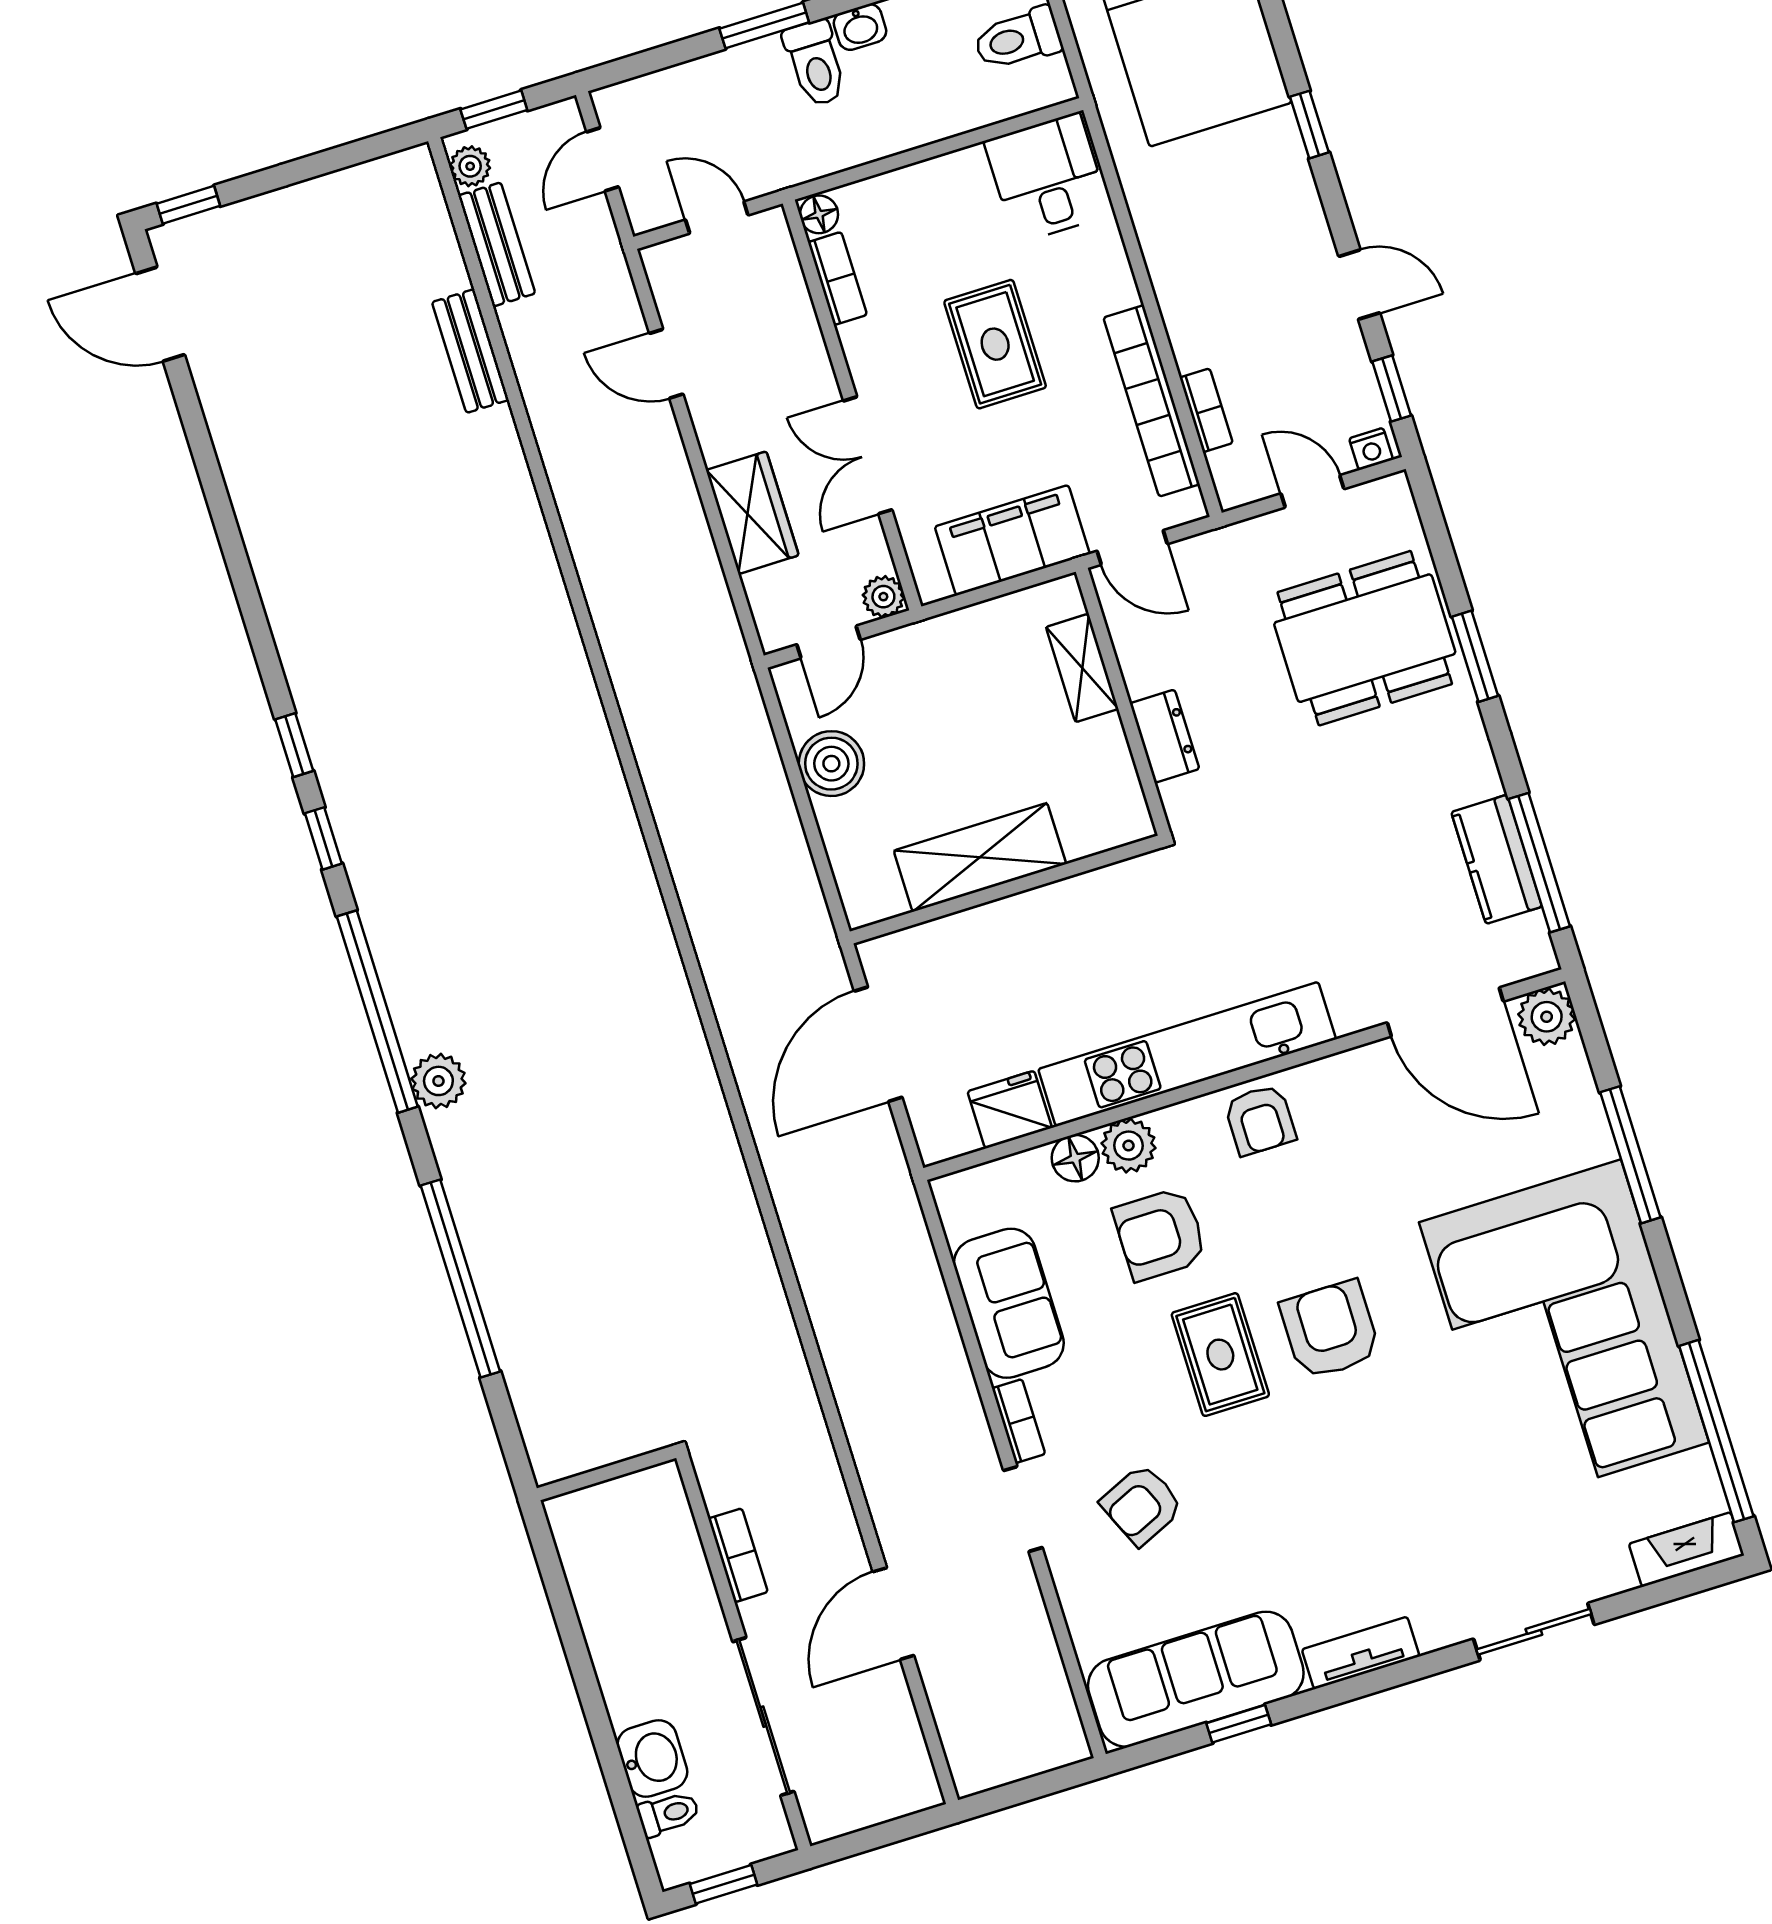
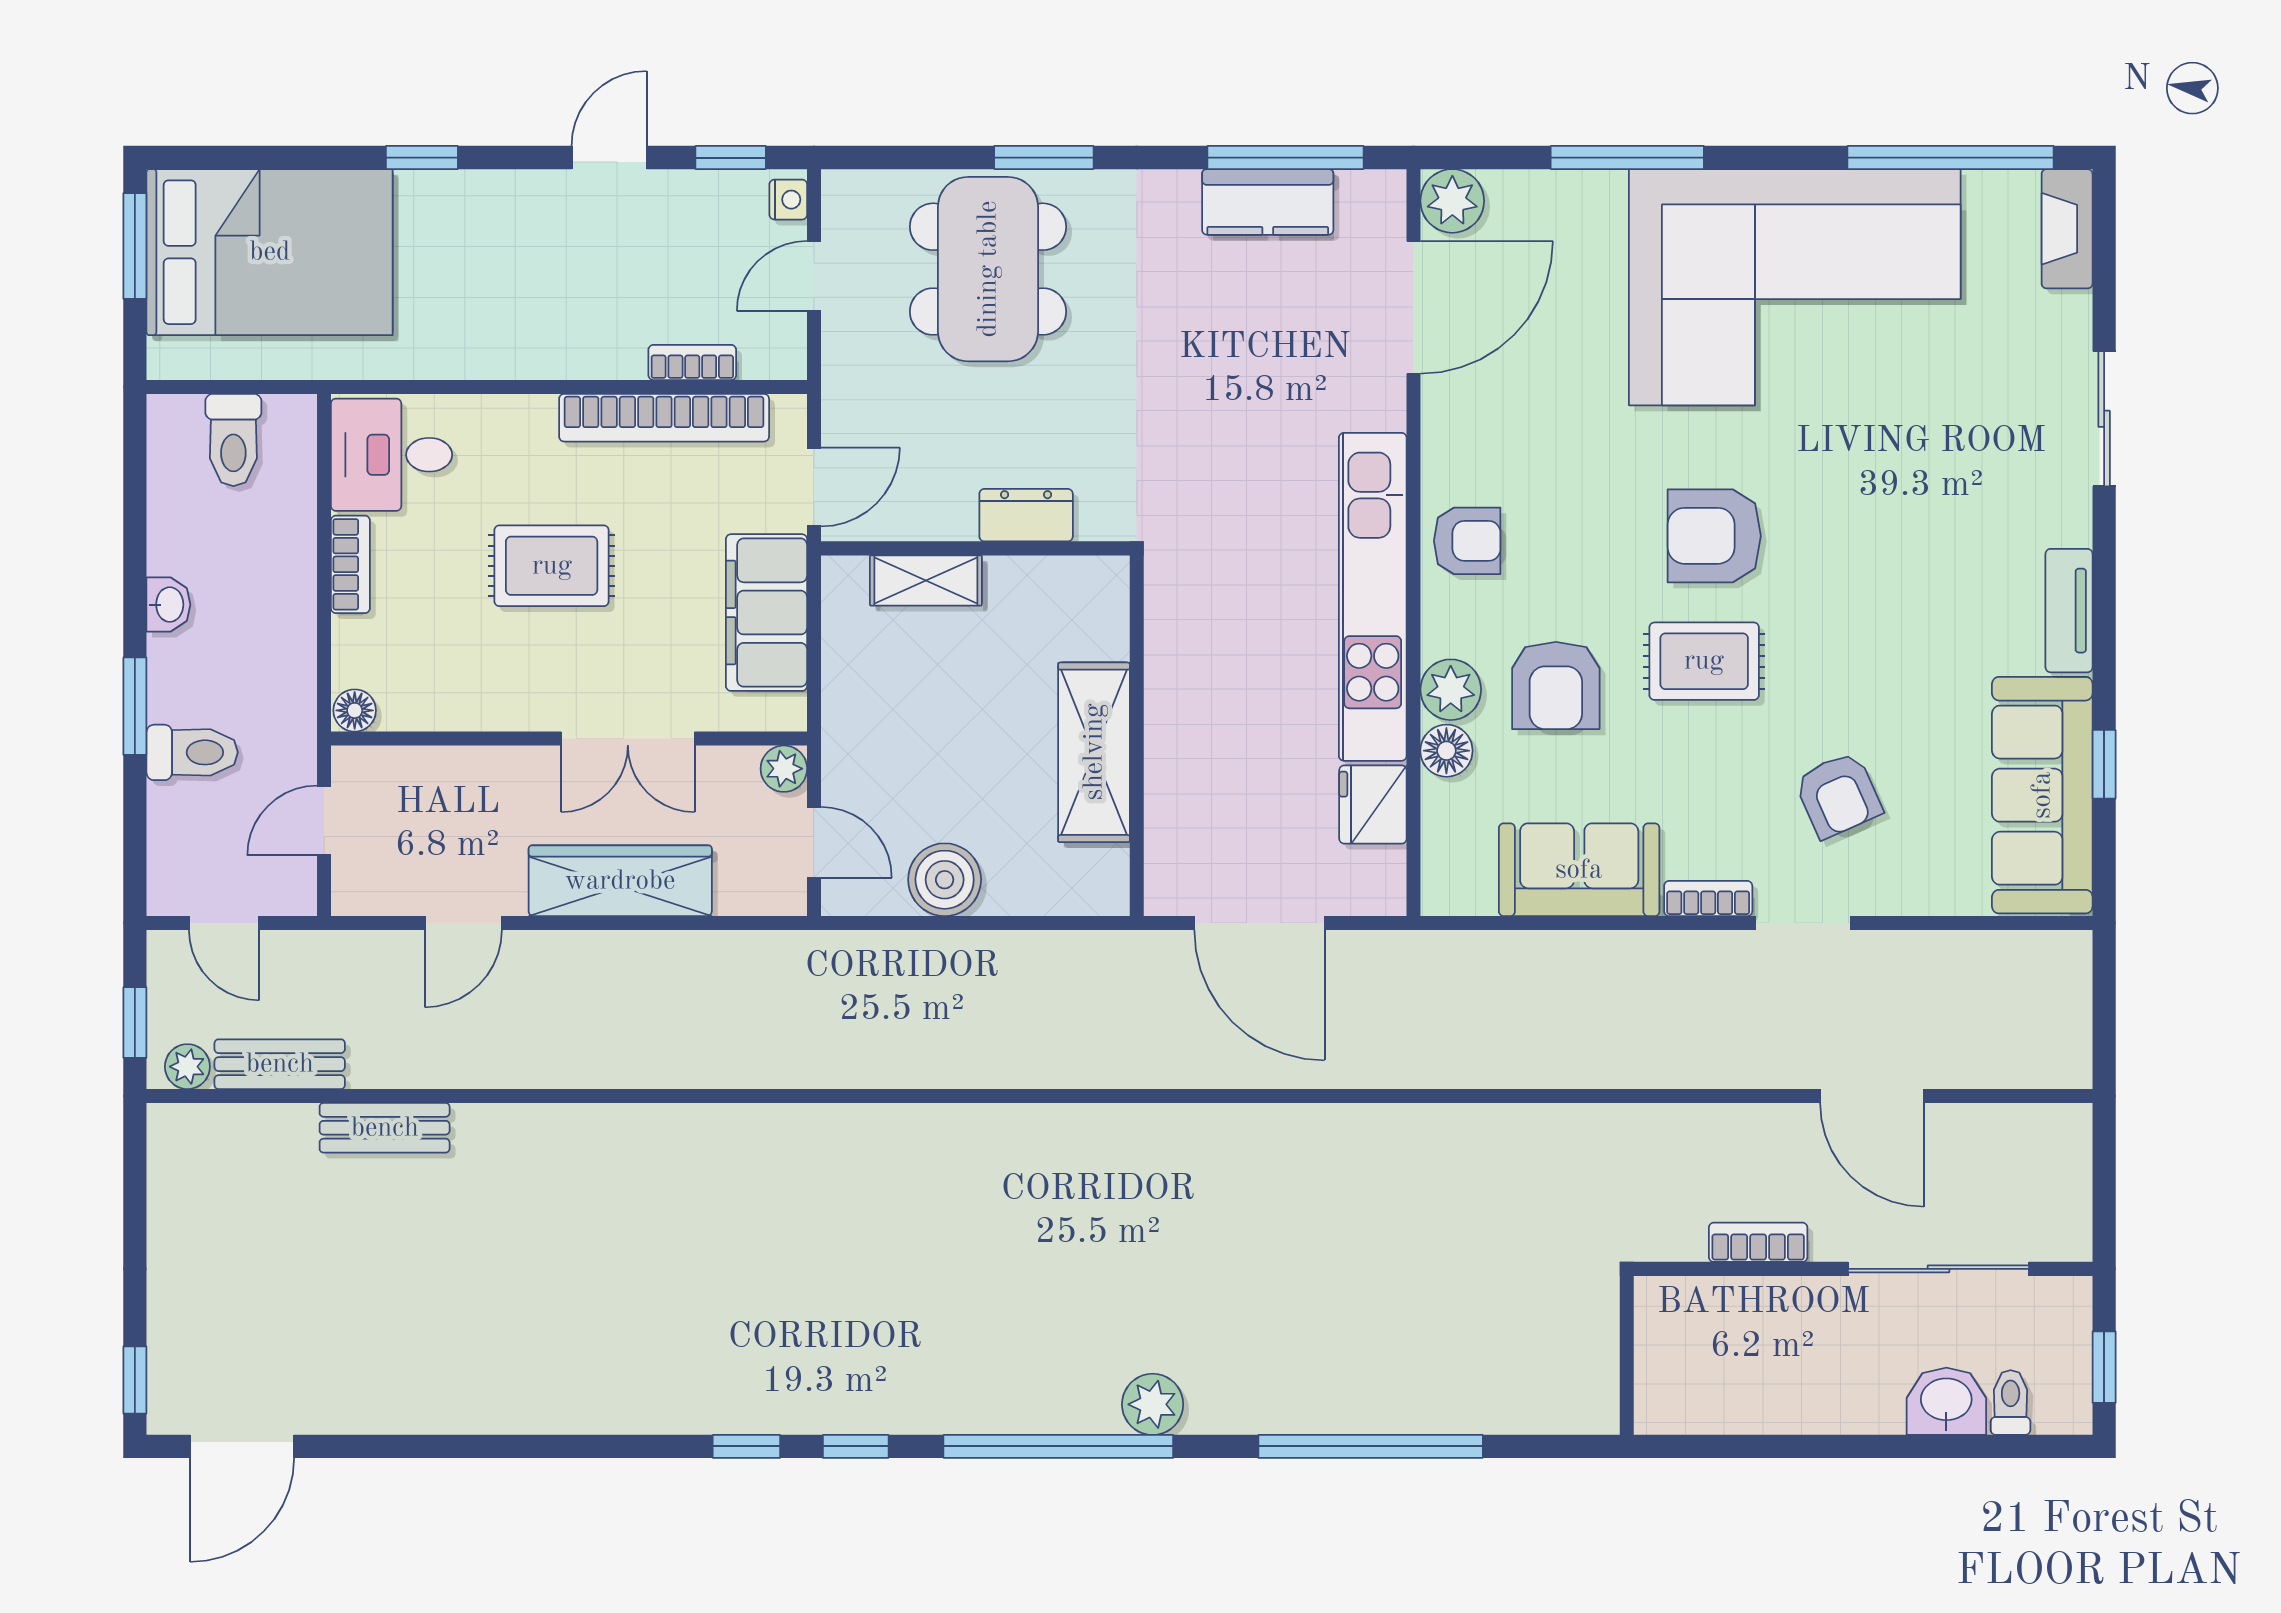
toilet: (815, 63) -> (192, 752), moved
bookcase: (837, 279) -> (350, 564), moved, turned 90
wardrobe: (752, 513) -> (620, 881), width x1.50

